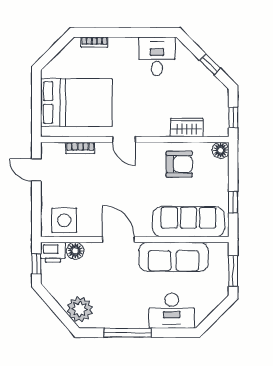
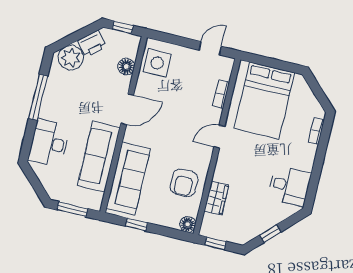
printer: (53, 252) -> (92, 44), moved, turned -131

